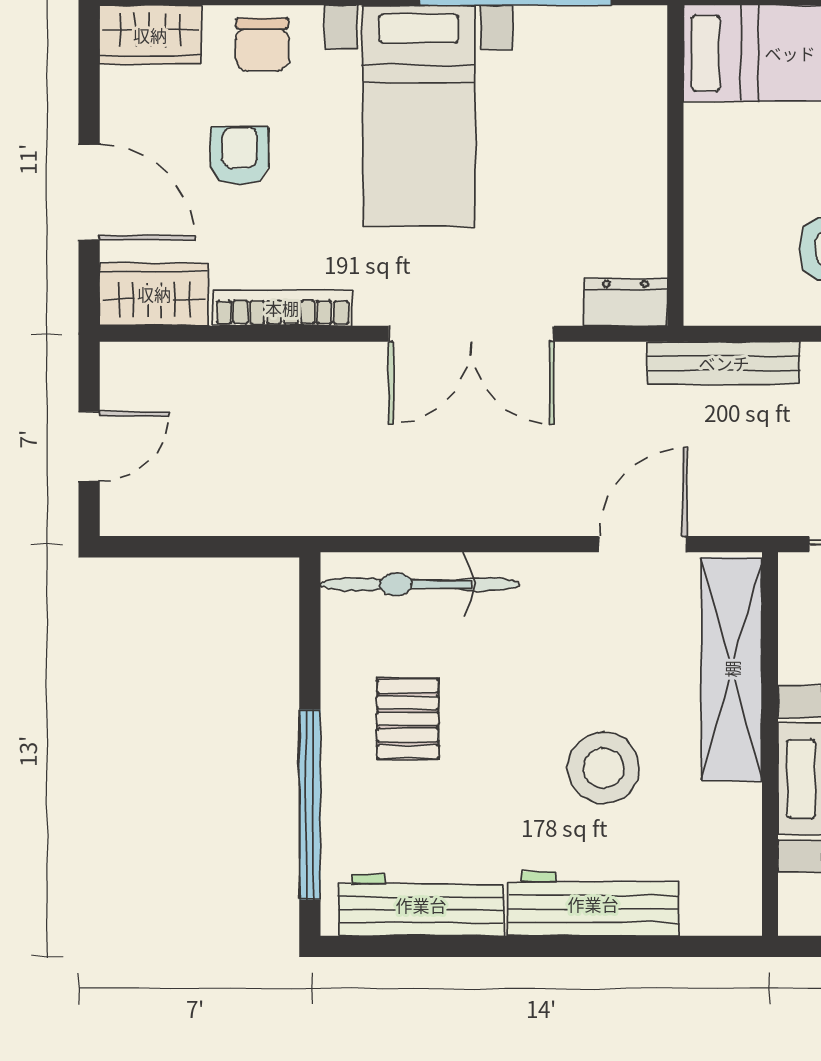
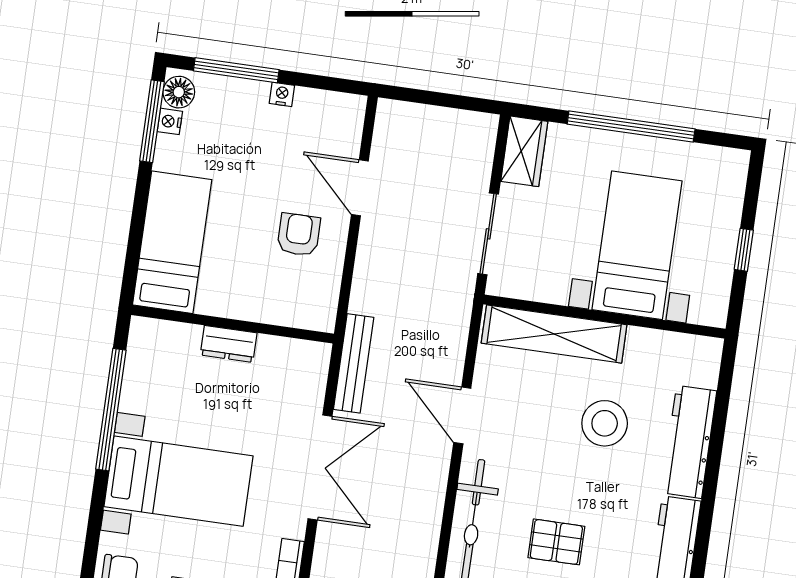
dresser: (626, 302) -> (229, 344), moved, turned -90
bench: (724, 363) -> (354, 363), moved
door: (643, 544) -> (462, 415), moved

